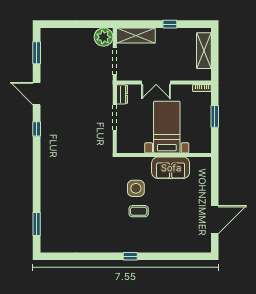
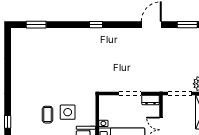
window: (37, 129) -> (96, 25), moved
window: (130, 256) -> (8, 122), moved

